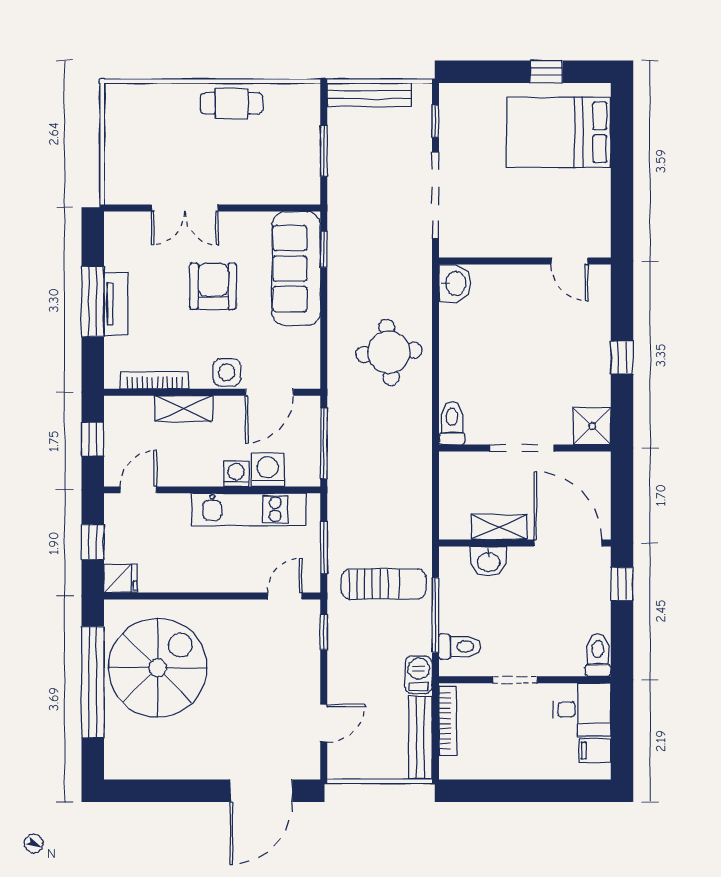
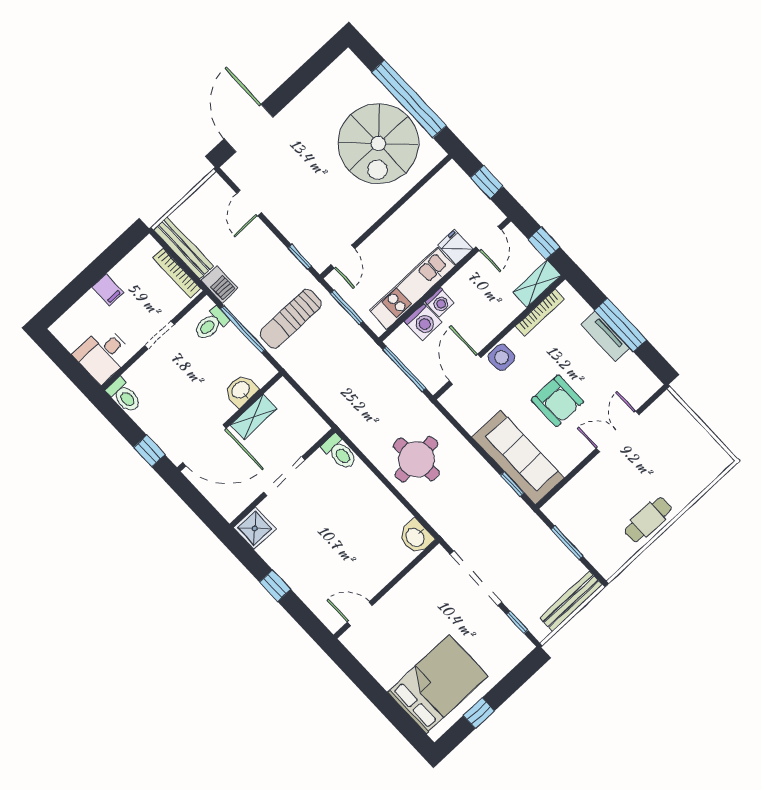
shelving: (184, 409) -> (537, 284), moved
fridge: (121, 579) -> (455, 247), moved, turned 90
filing cabinet: (595, 751) -> (108, 290), moved, turned 90

